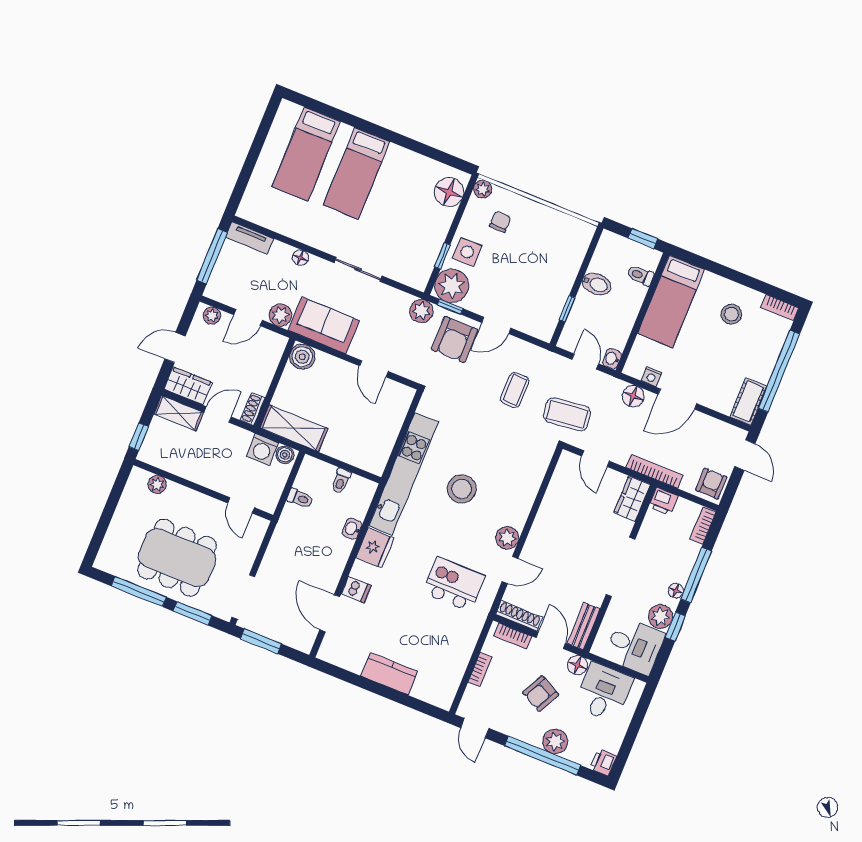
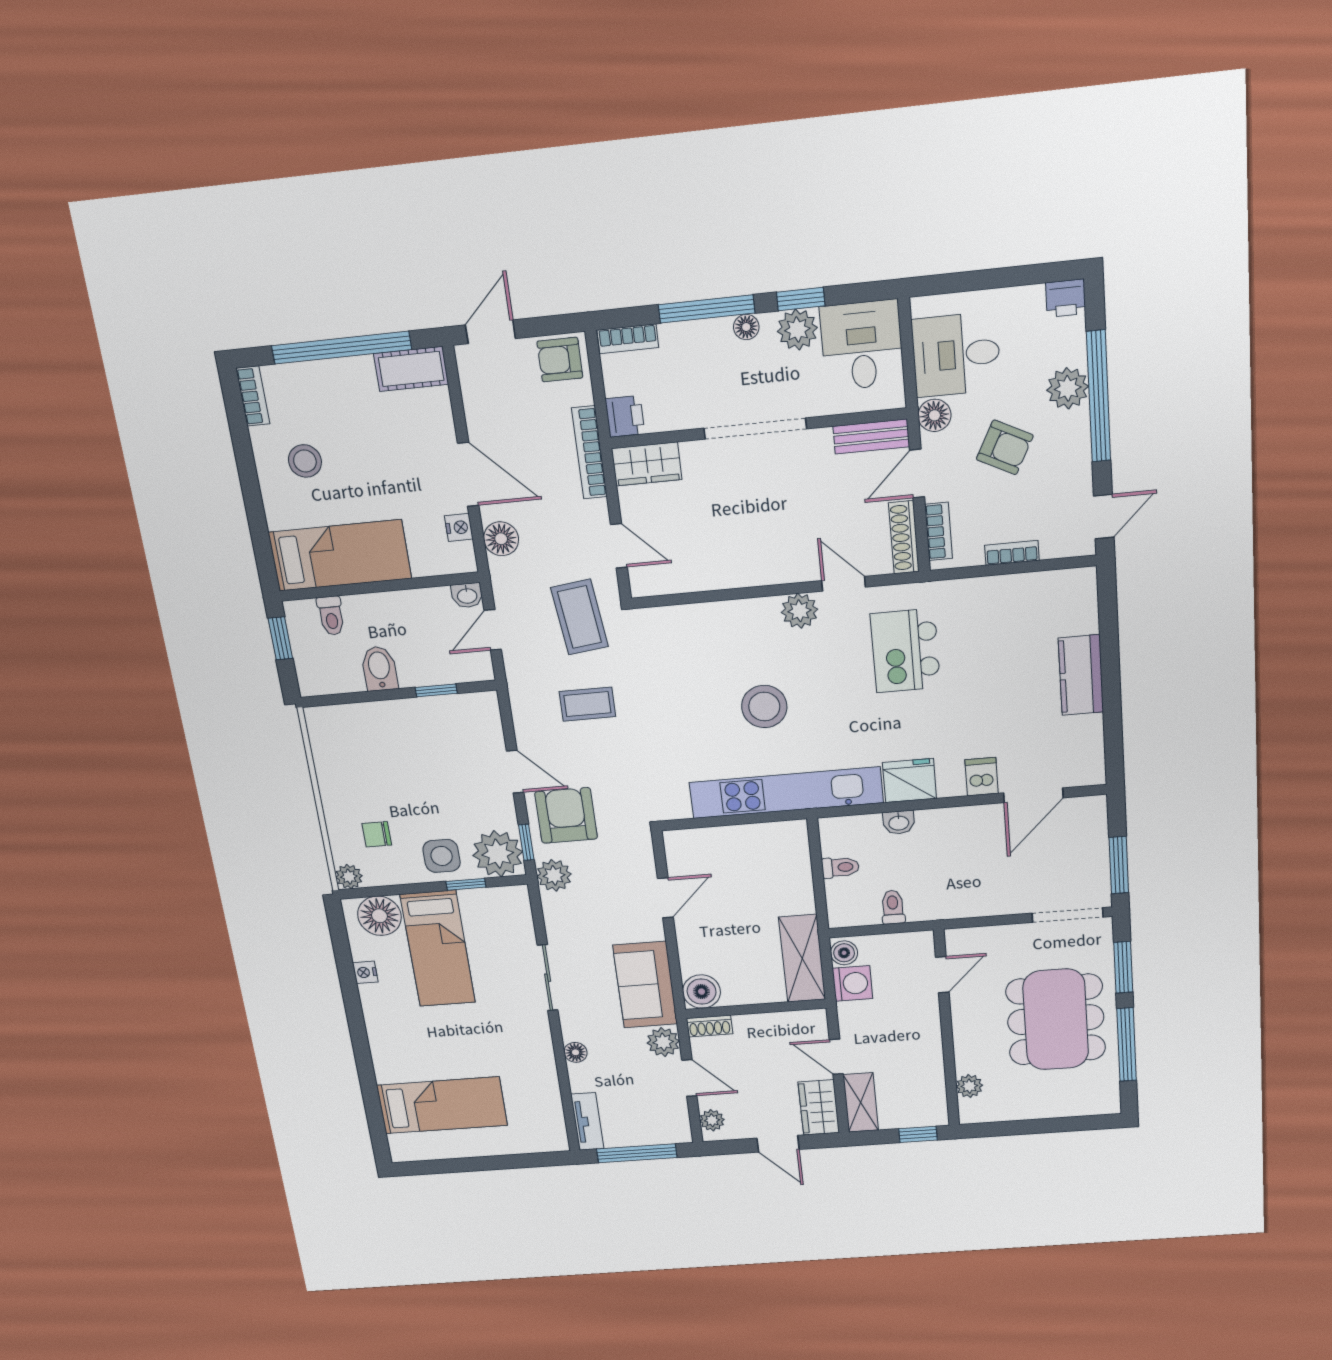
nightstand: (418, 161) -> (365, 972), added
bed: (357, 173) -> (438, 949), moved, turned 90
armchair: (455, 340) -> (566, 815), turned -90
shoe rack: (253, 409) -> (709, 1026), moved
door: (595, 459) -> (619, 546), hinge flipped

